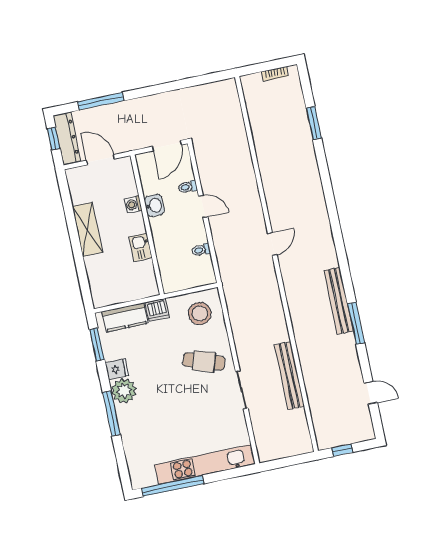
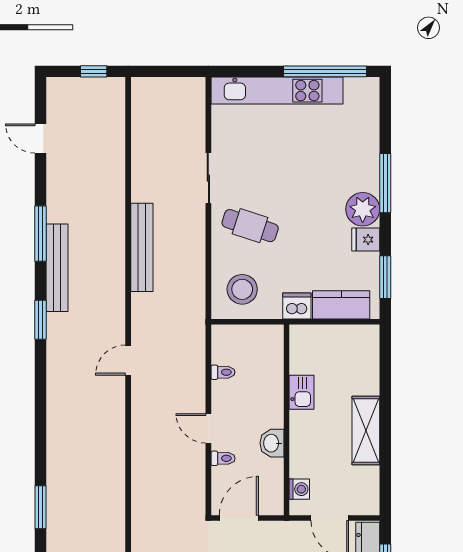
washing machine: (133, 205) -> (299, 489), moved
window: (343, 260) -> (41, 320), added
bench: (290, 376) -> (142, 247), moved

